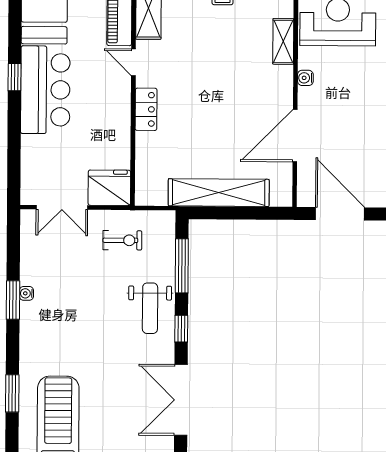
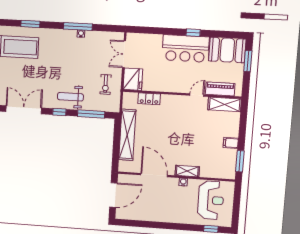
shelving: (283, 41) -> (187, 171), moved
locker: (146, 109) -> (149, 99), moved
window: (13, 300) -> (78, 26), width x1.44

